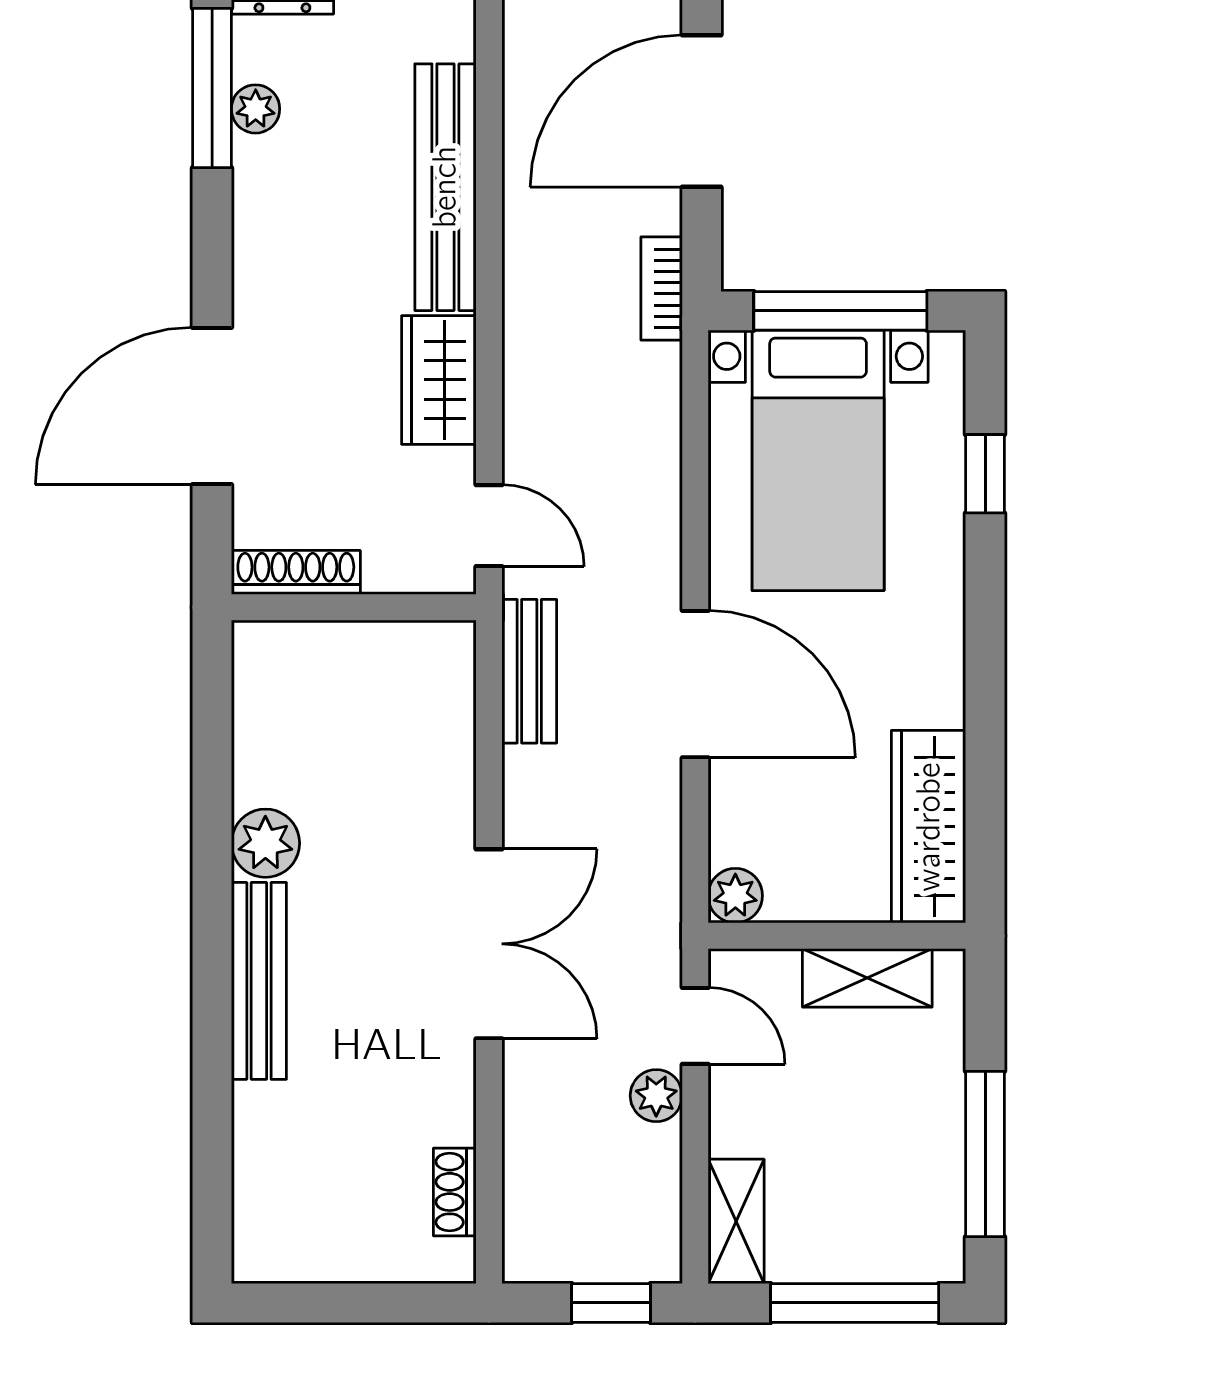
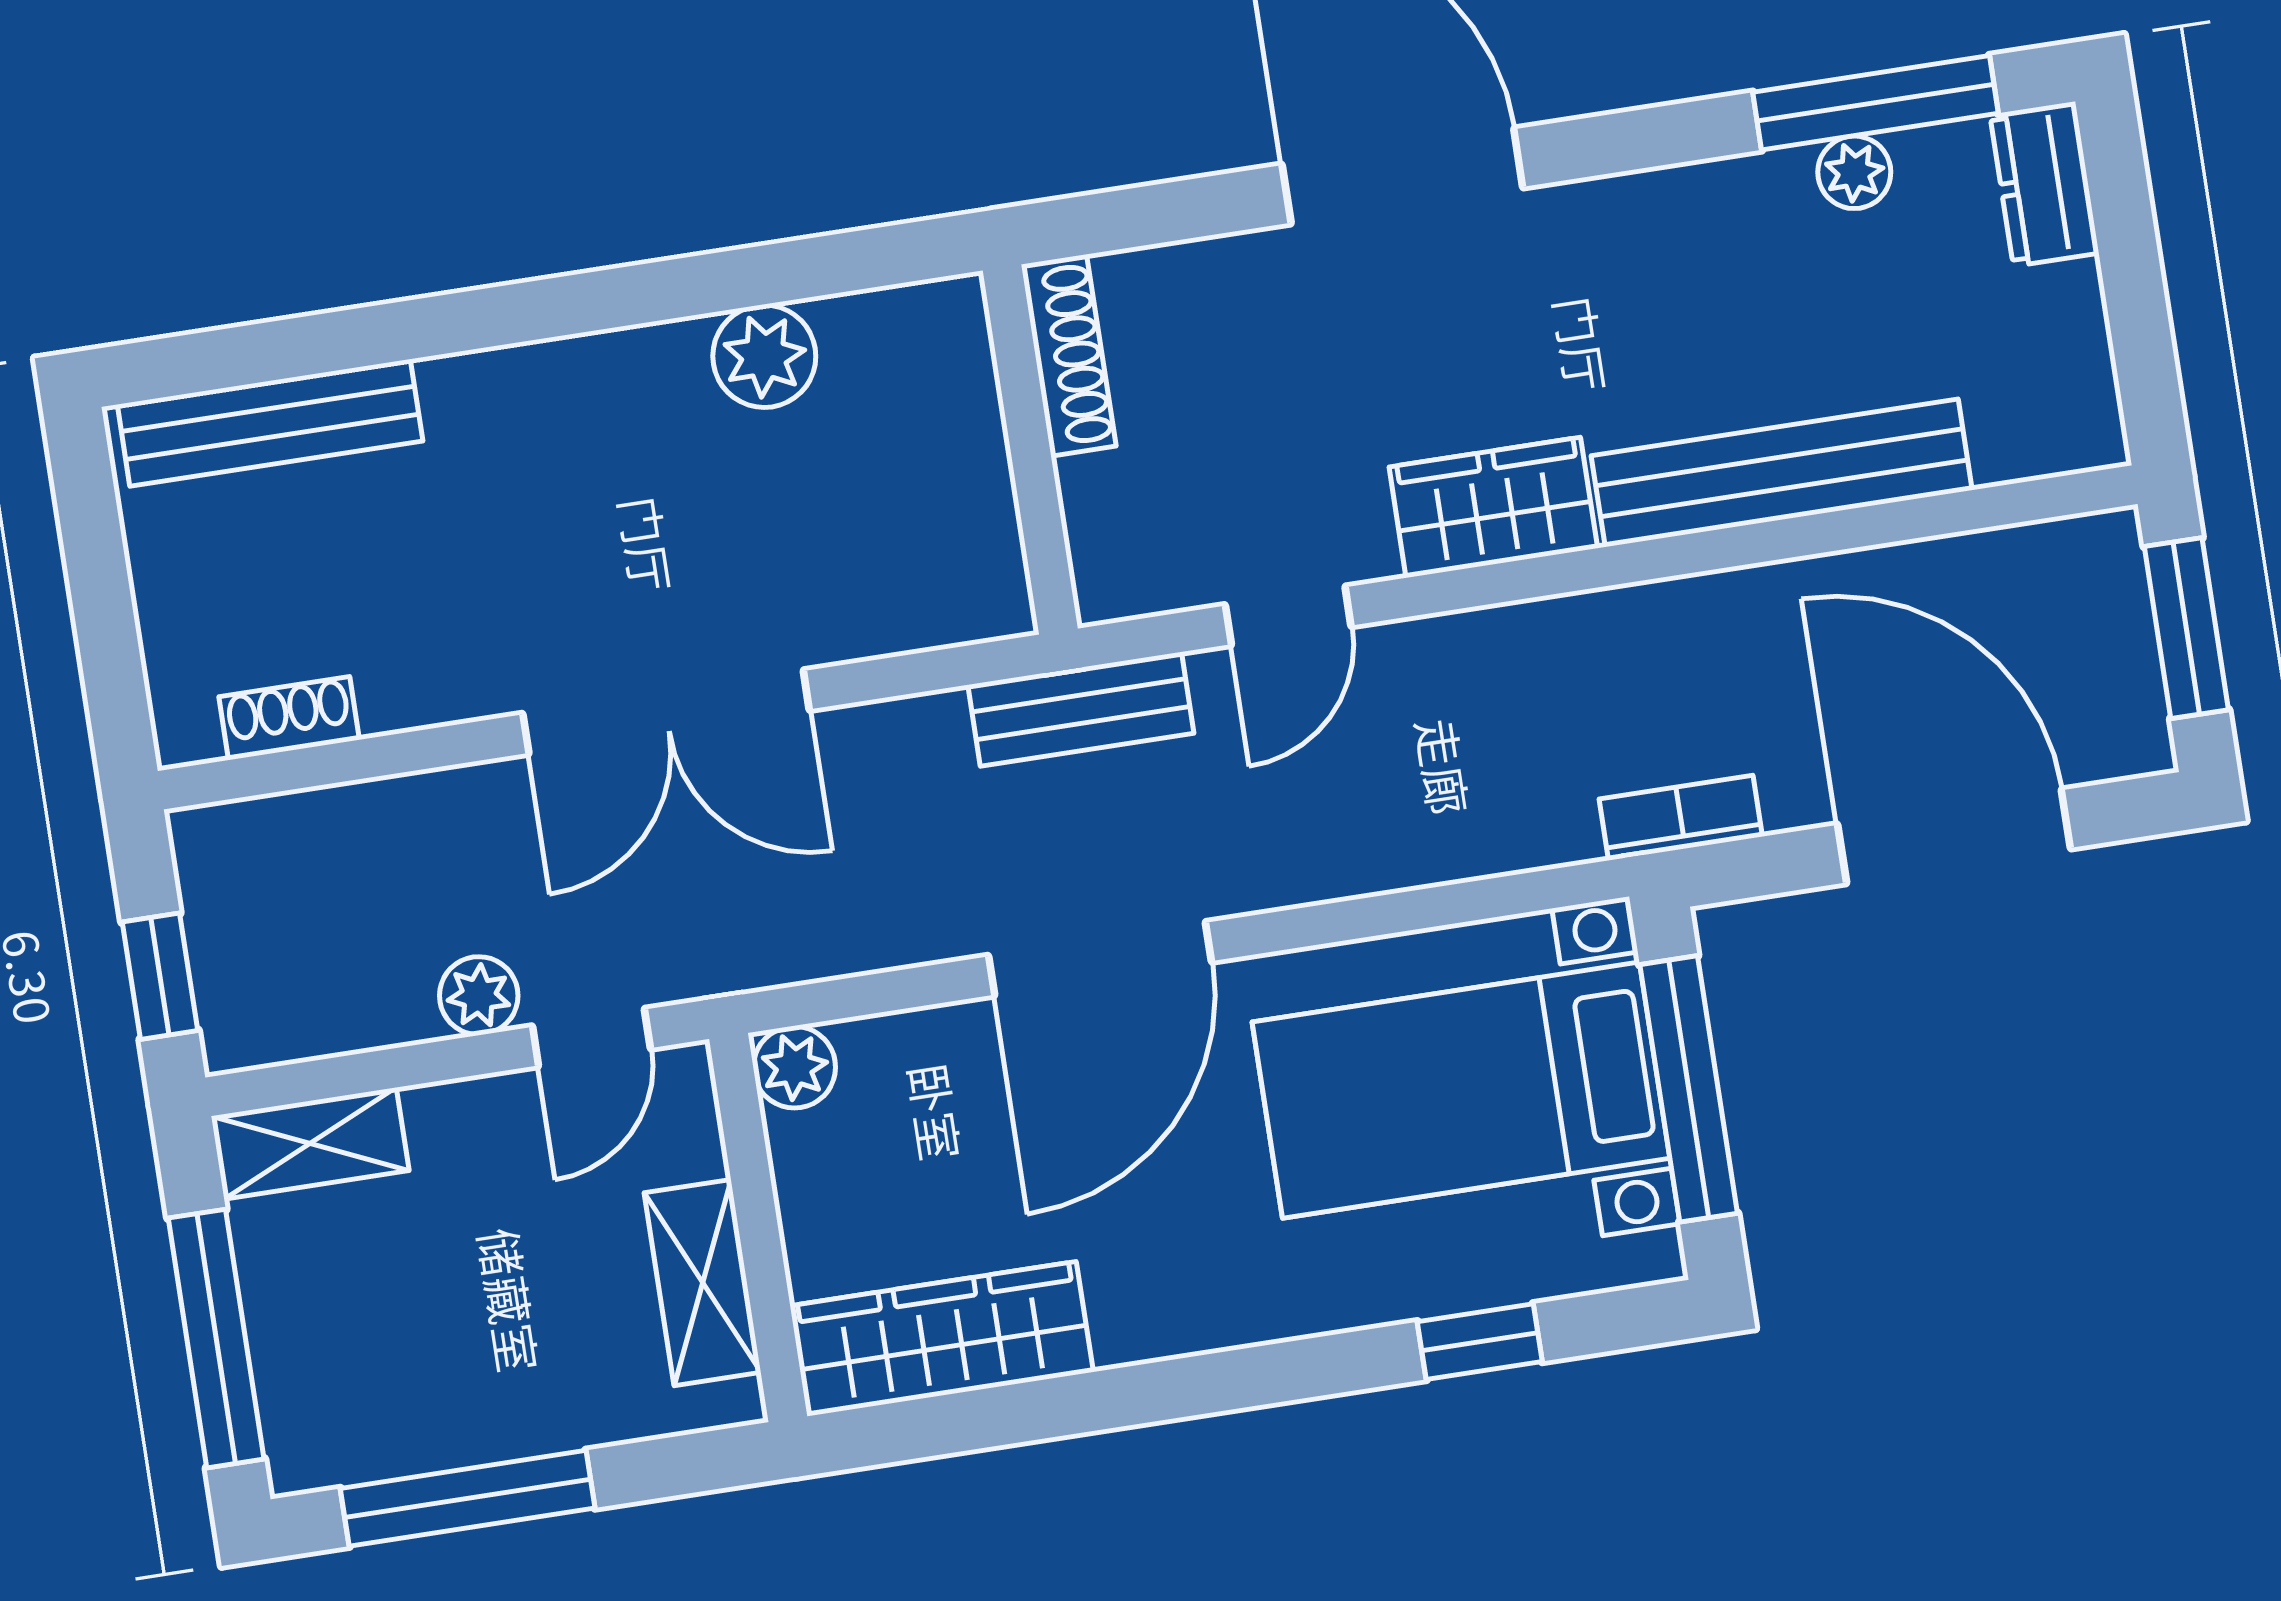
shoe rack: (296, 572) -> (1069, 355), moved
wall: (354, 607) -> (1030, 450), moved
bench: (259, 981) -> (270, 423), moved

